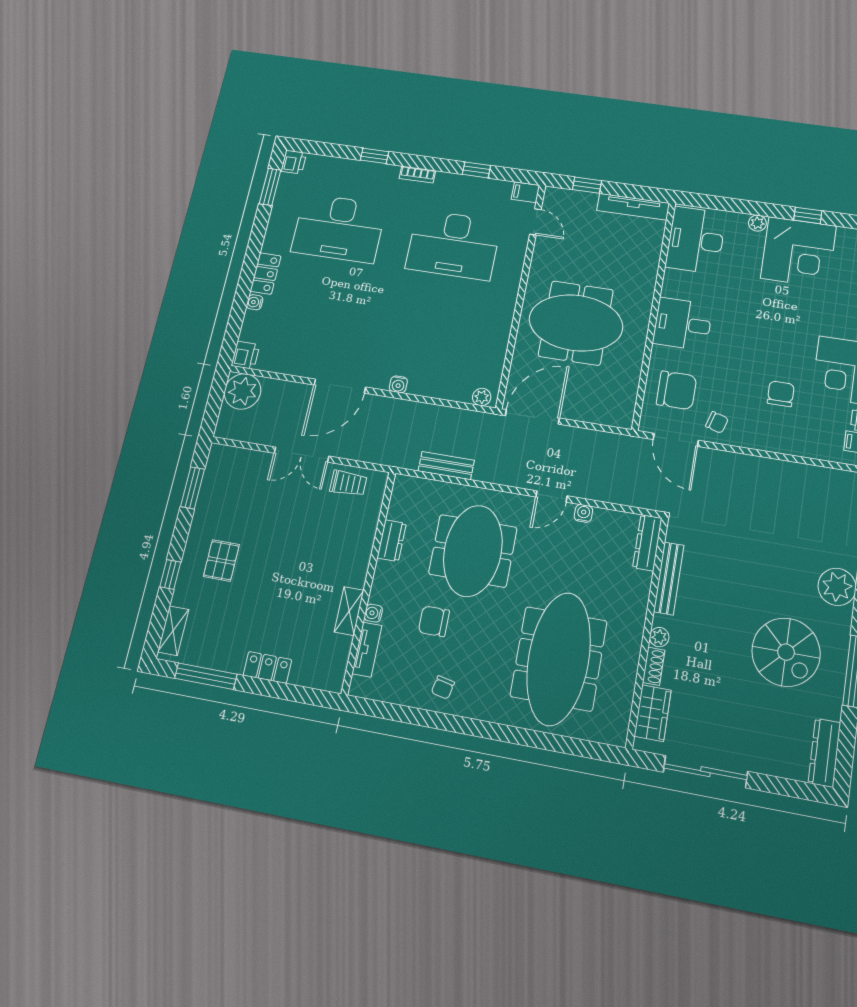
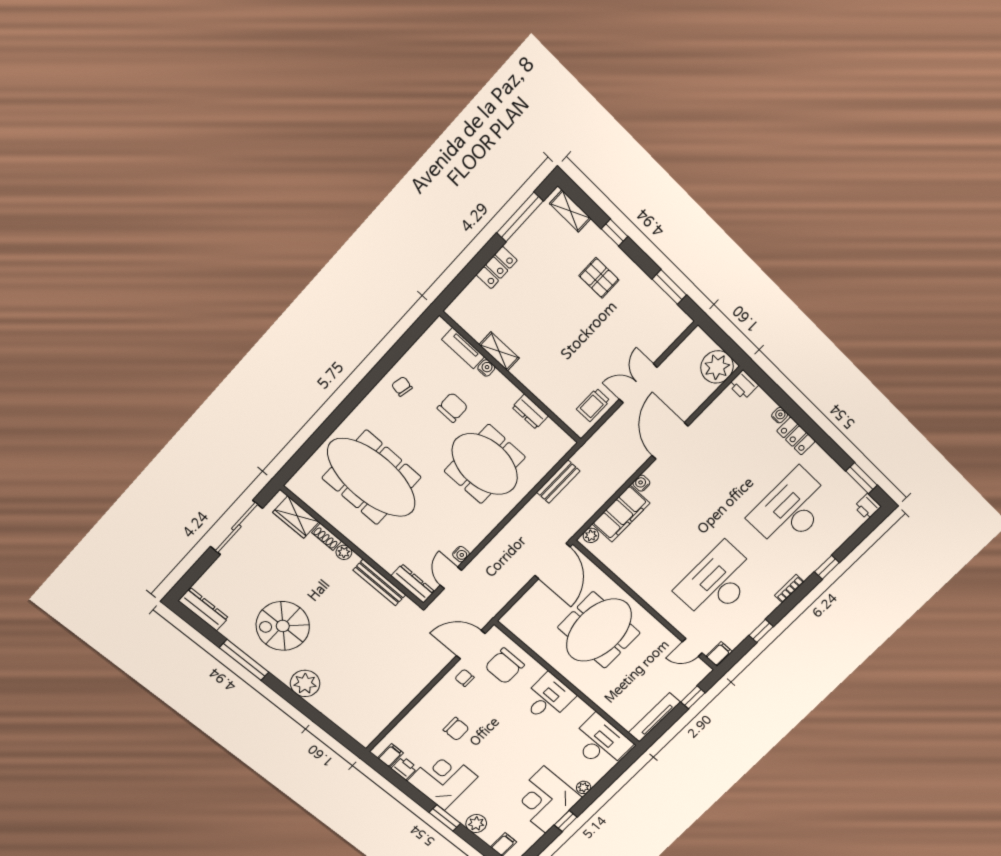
filing cabinet: (441, 383) -> (621, 514), added
chair: (717, 422) -> (464, 678), turned 74
door: (552, 496) -> (451, 578), moved

